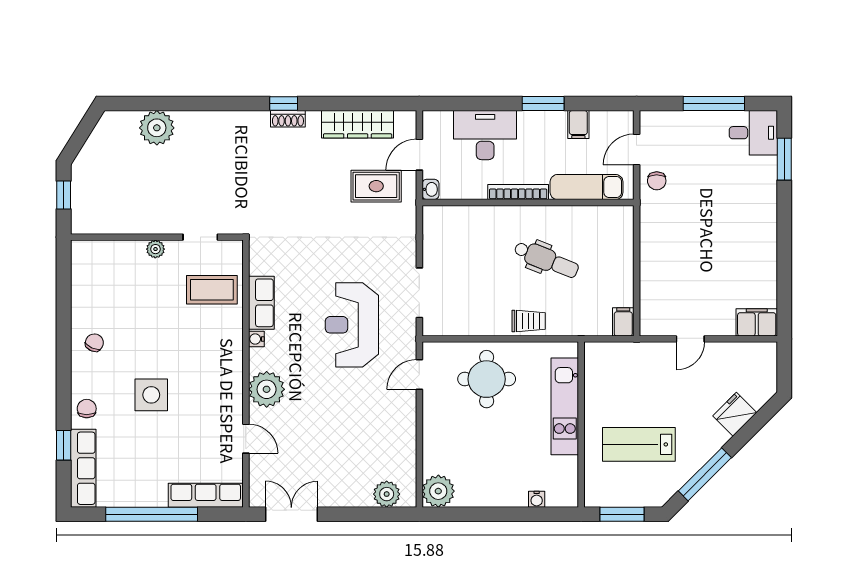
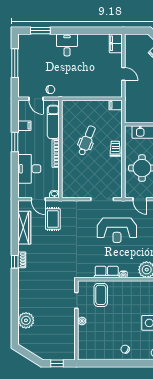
desk: (753, 133) -> (67, 45), moved

